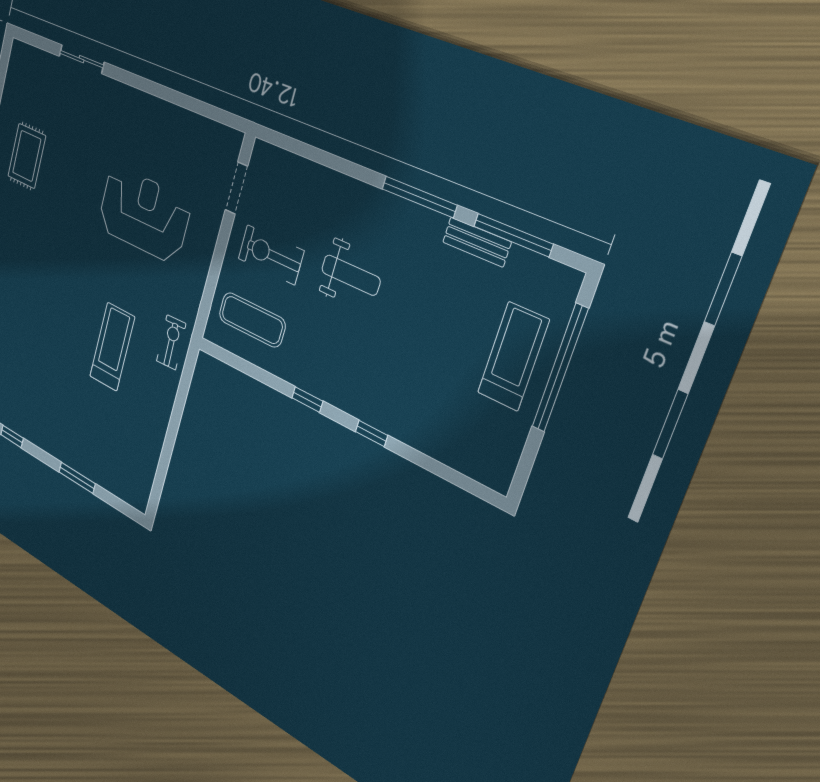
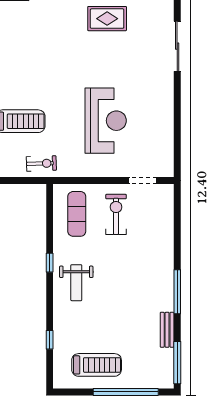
sliding door: (81, 59) -> (177, 46), width x1.37
window: (513, 235) -> (177, 363), moved
weight bench: (351, 275) -> (76, 283), moved
treadmill: (513, 356) -> (97, 365), moved
window: (372, 433) -> (50, 340), moved

